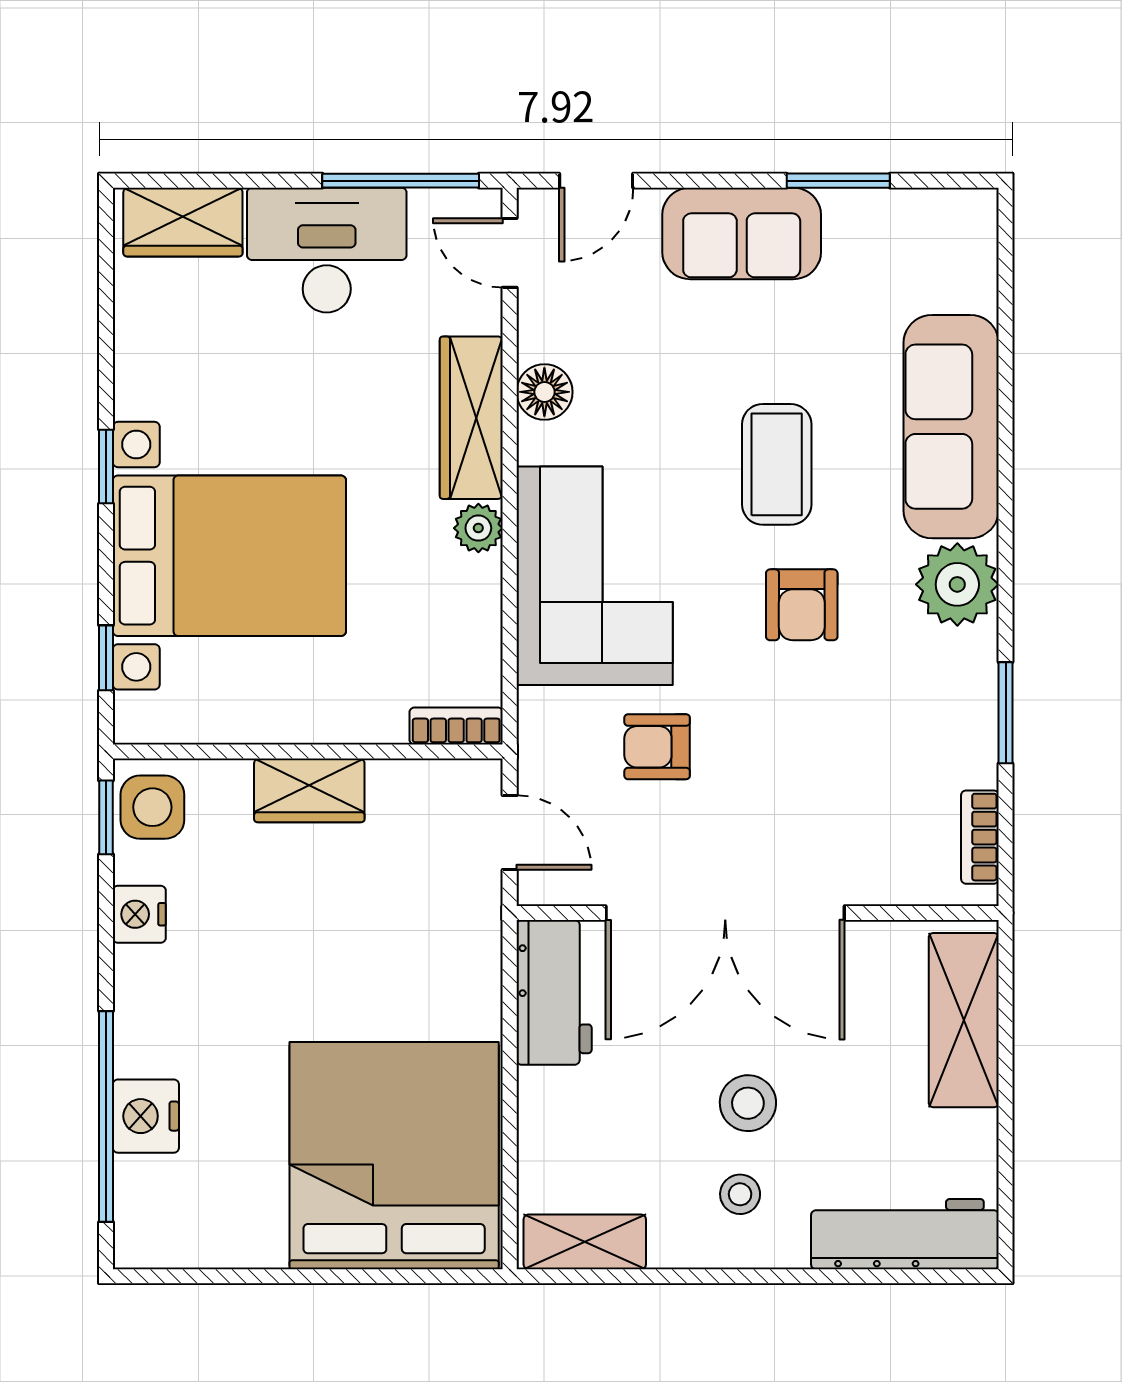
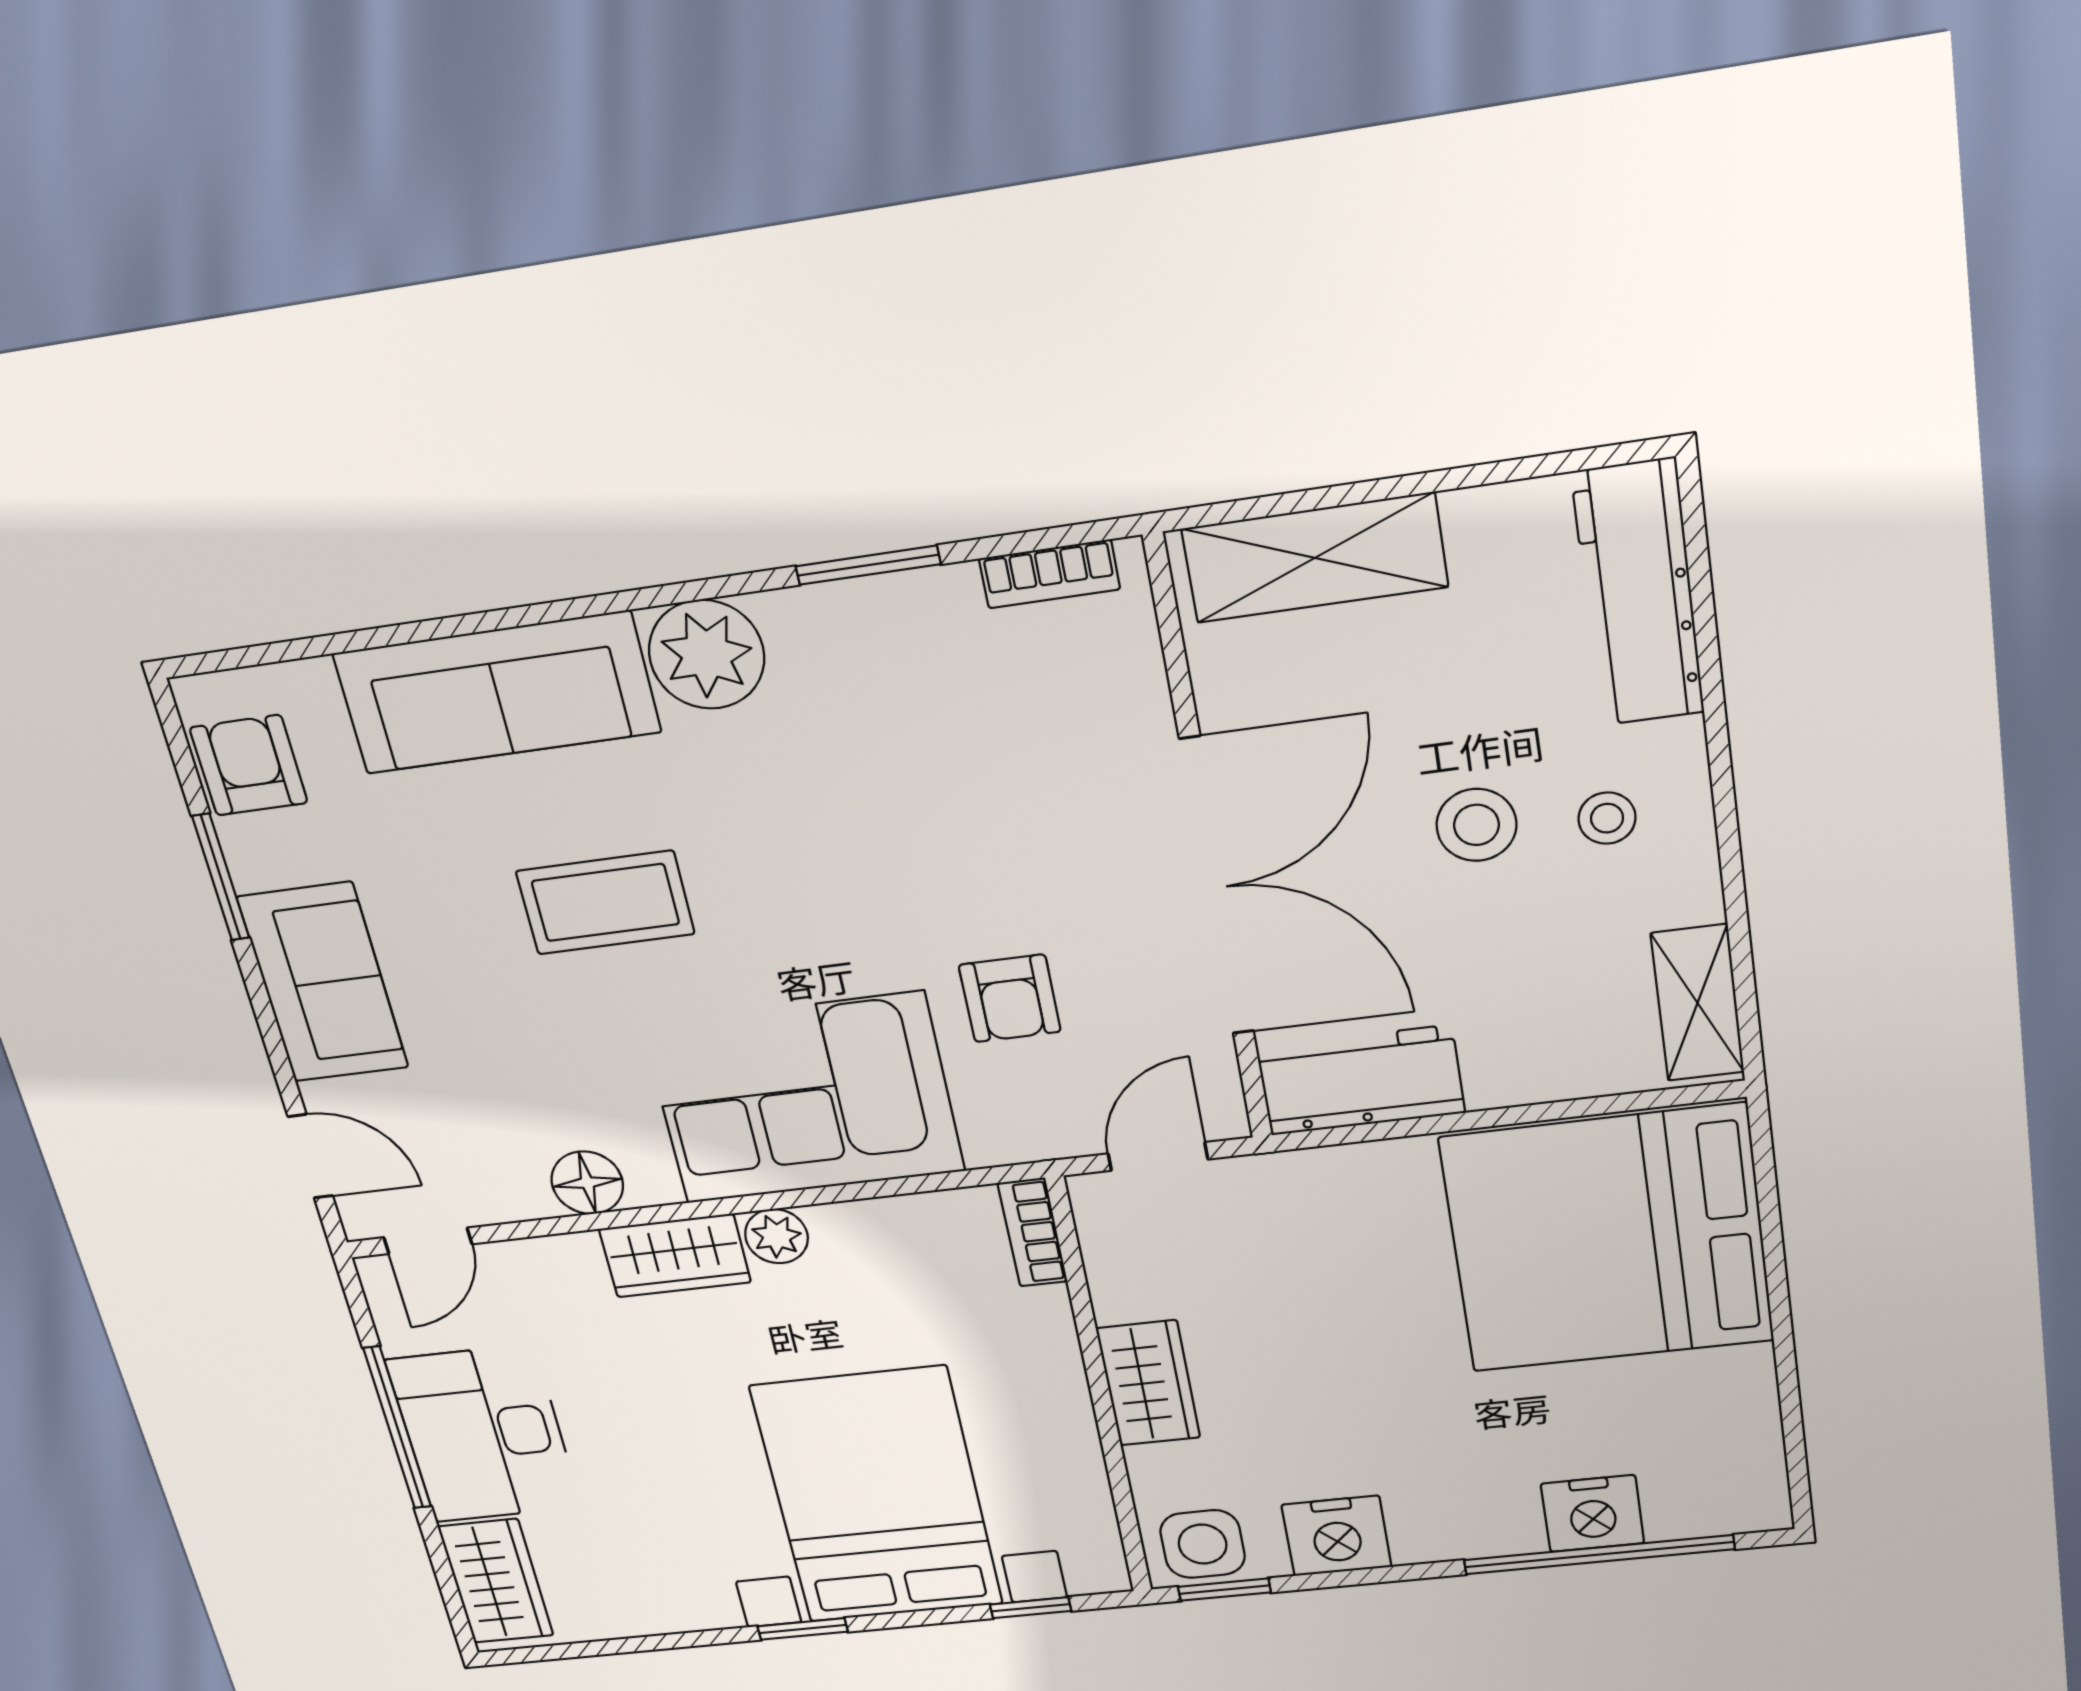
window: (401, 181) -> (397, 1428), moved
wardrobe: (471, 418) -> (675, 1256), width x0.67
armchair: (802, 605) -> (249, 765), moved, turned -90
nightstand: (139, 914) -> (1337, 1536), width x1.36, depth x1.33

